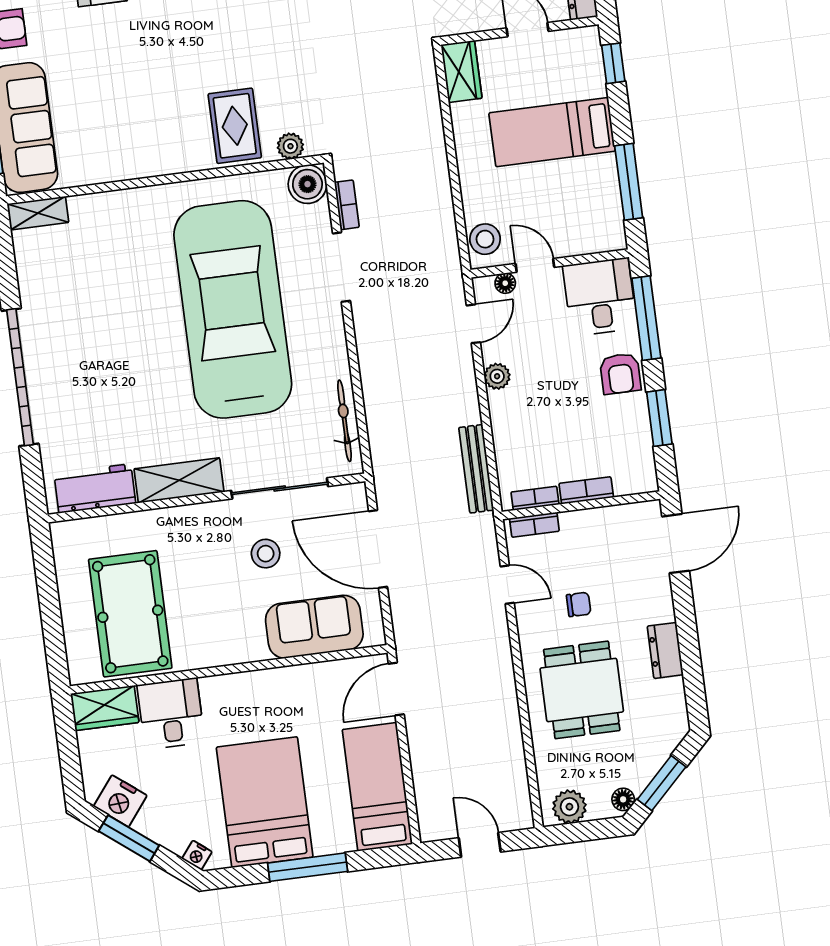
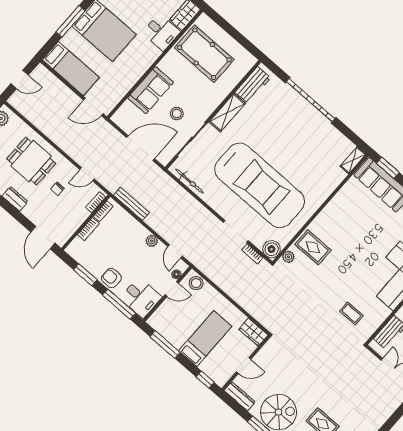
sofa: (314, 627) -> (151, 90), moved
door: (396, 689) -> (93, 107), swing flipped

